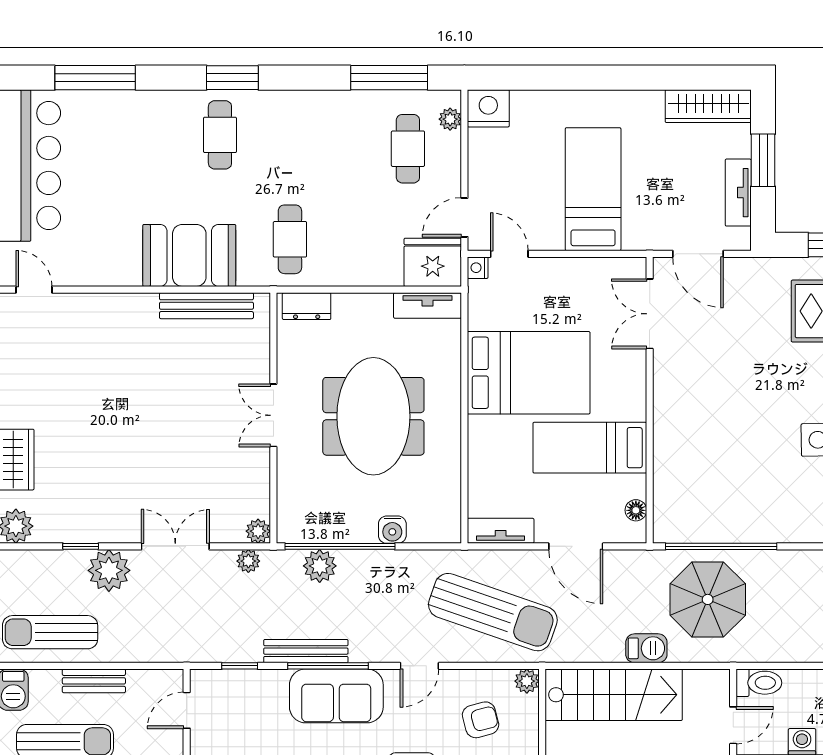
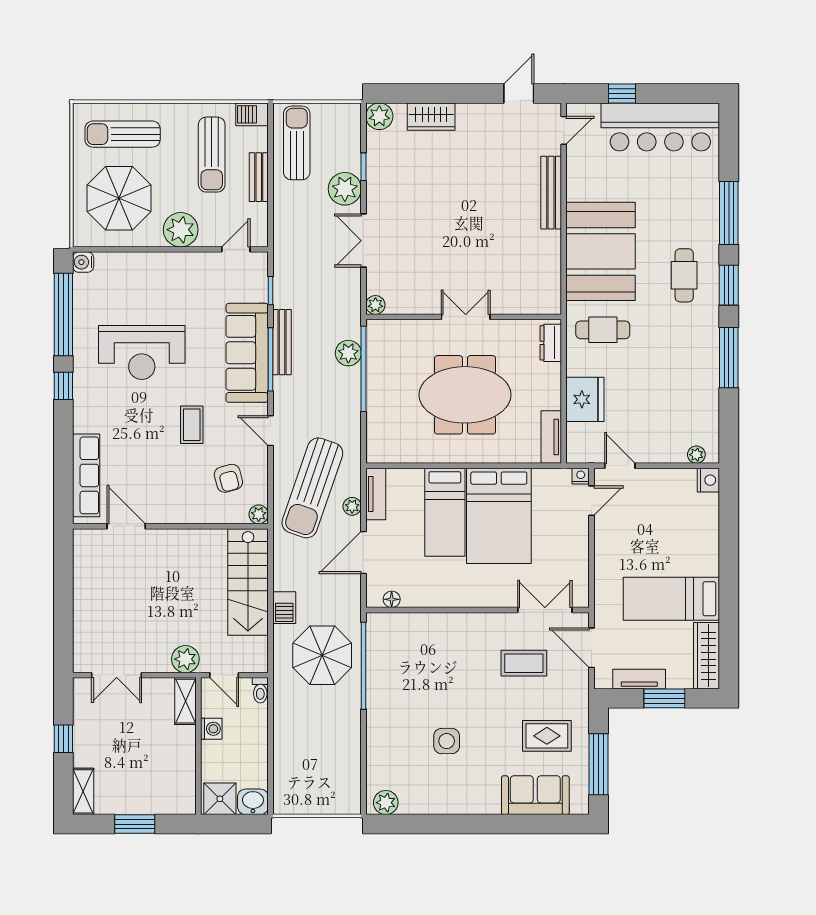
window: (95, 78) -> (729, 213), moved
window: (389, 78) -> (729, 358), moved
nightstand: (488, 108) -> (708, 480), width x0.74, depth x0.75
cafe table: (220, 135) -> (684, 275), turned 90
cafe table: (408, 149) -> (673, 422), removed
bed: (593, 189) -> (671, 599), moved, turned 180
door: (698, 254) -> (592, 648), hinge flipped
booth: (189, 255) -> (600, 251), width x1.36, depth x1.42
fridge: (433, 262) -> (585, 399), moved
bench: (206, 306) -> (551, 193), moved
coffee table: (718, 341) -> (524, 663), added
bed: (590, 448) -> (445, 512), moved, turned 180
water cooler: (392, 530) -> (377, 410), removed
double door: (175, 546) -> (364, 241), swing flipped
plant: (248, 561) -> (352, 506), moved
toilet: (759, 683) -> (260, 690), width x0.73, depth x0.72
sofa: (336, 696) -> (247, 353), width x1.36
door: (187, 710) -> (236, 249), hinge flipped

